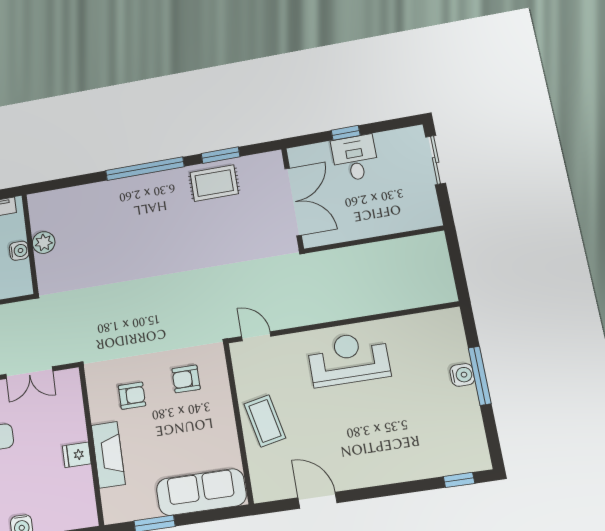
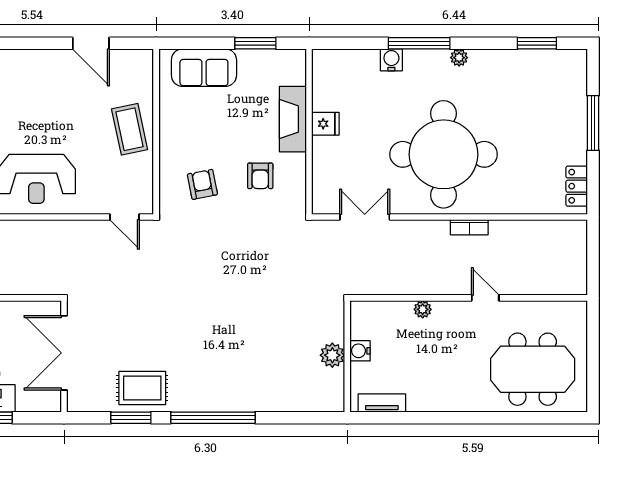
armchair: (186, 379) -> (202, 184), turned -101
armchair: (132, 396) -> (260, 176), turned -90
sofa: (201, 492) -> (204, 68), width x0.73

